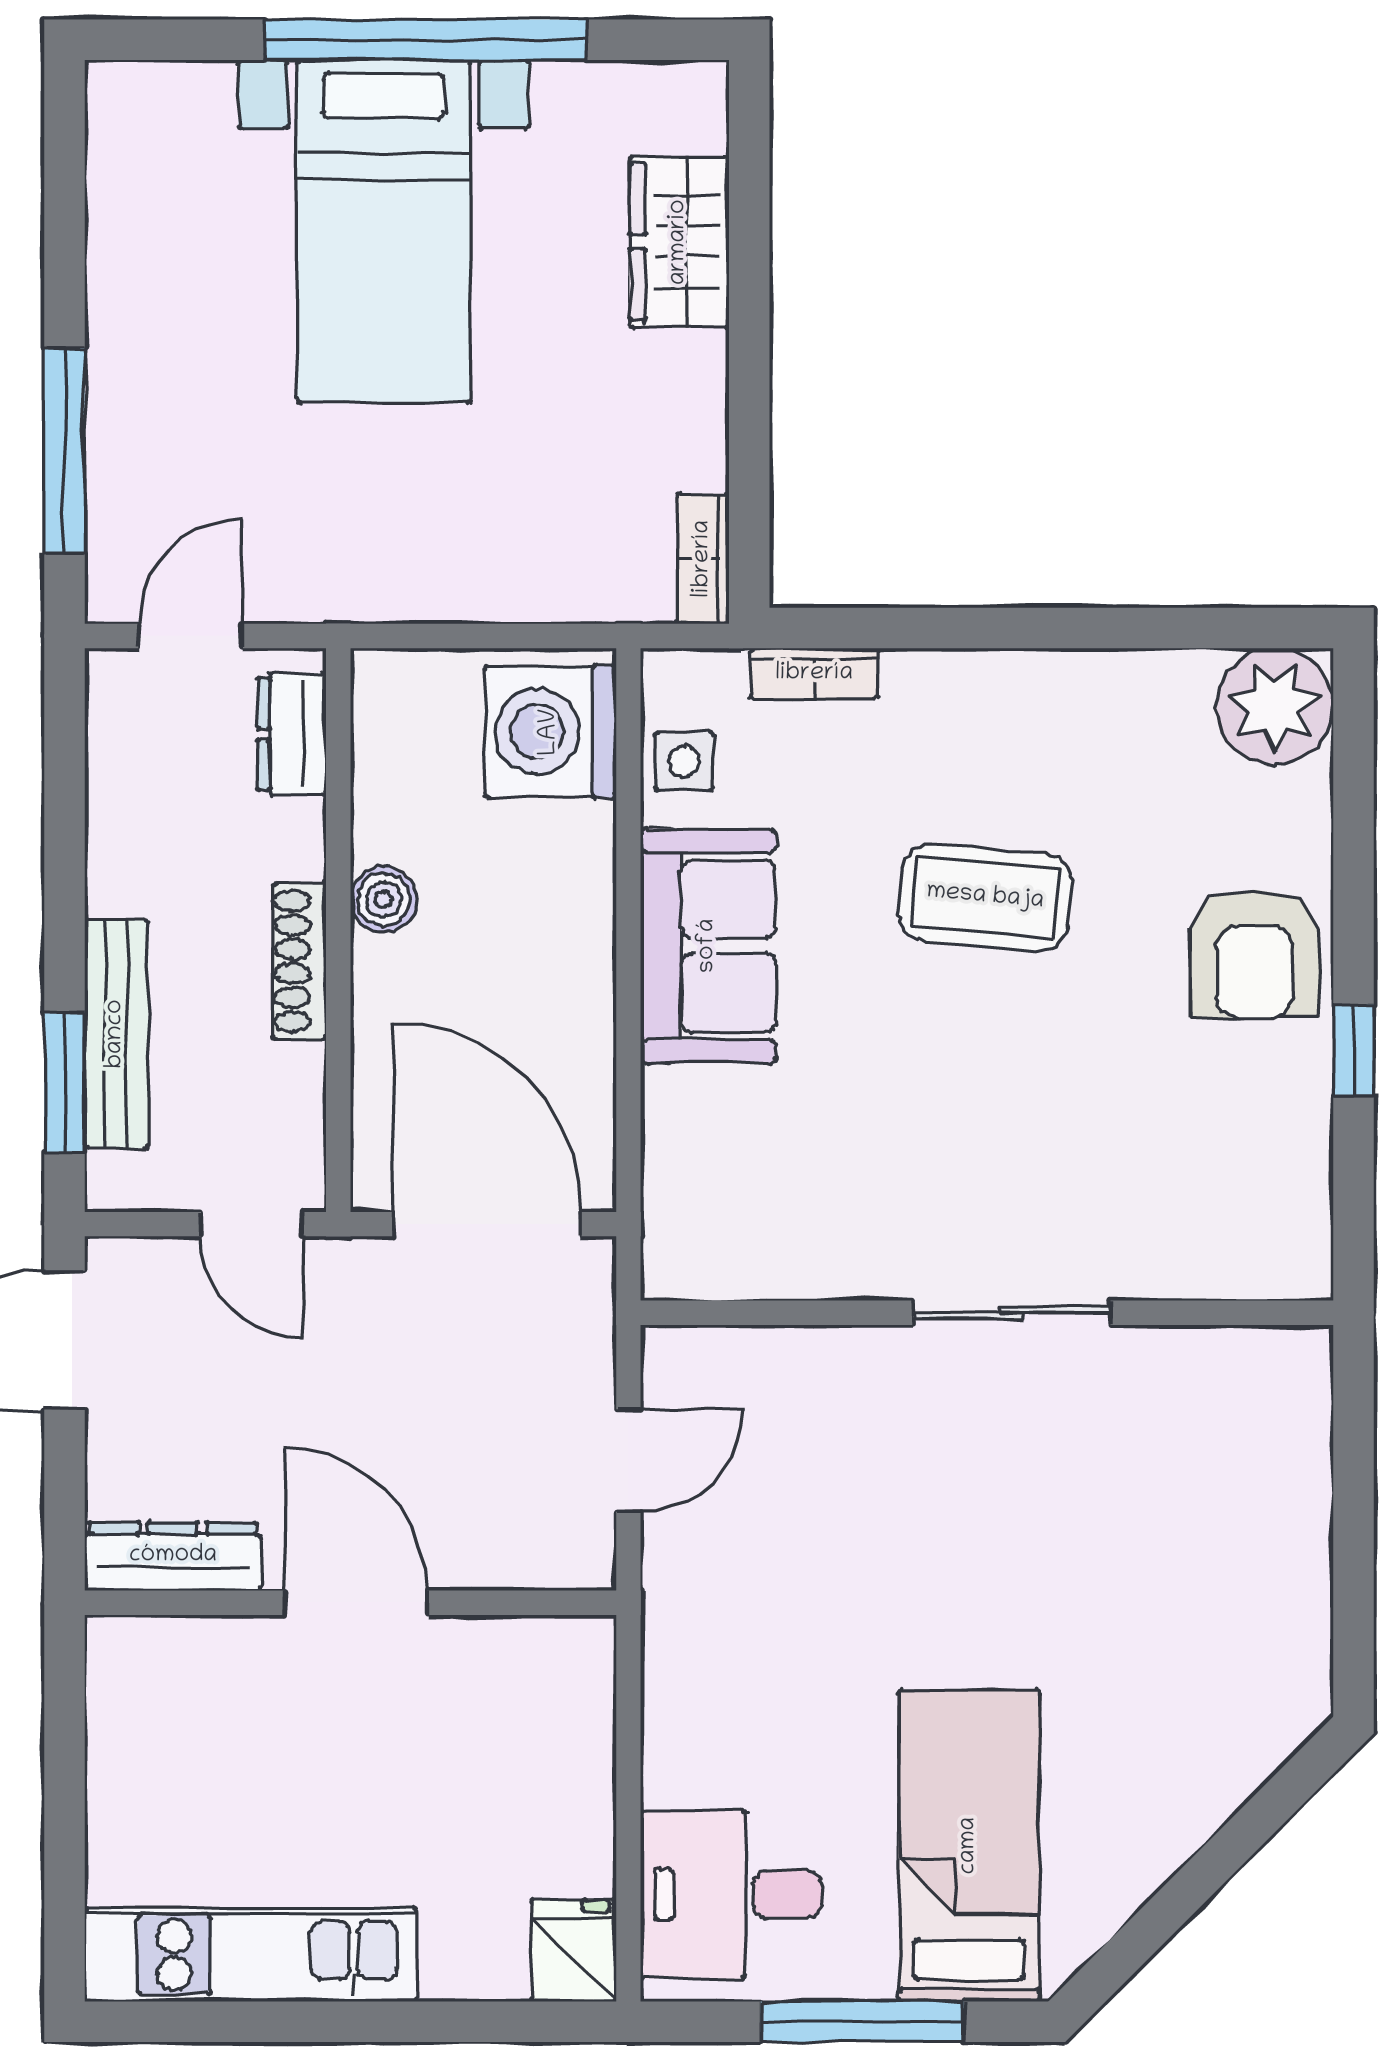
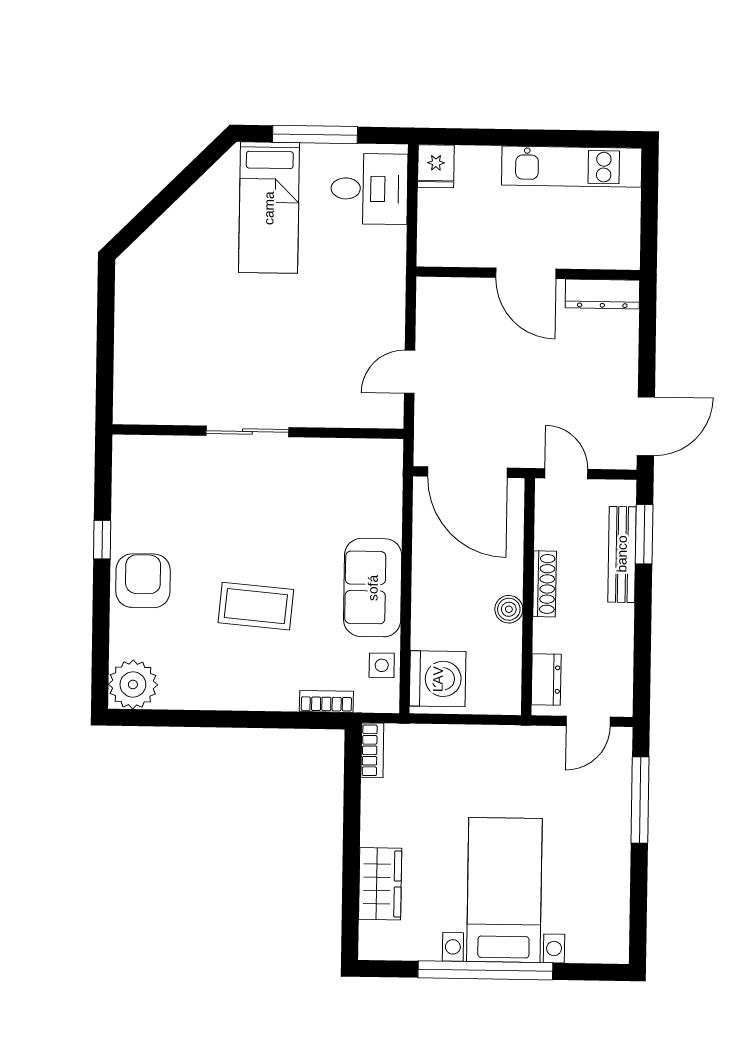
dresser: (173, 1556) -> (602, 294), moved
wall: (350, 1603) -> (528, 273), moved
door: (356, 1603) -> (526, 273), moved

